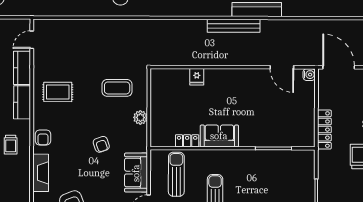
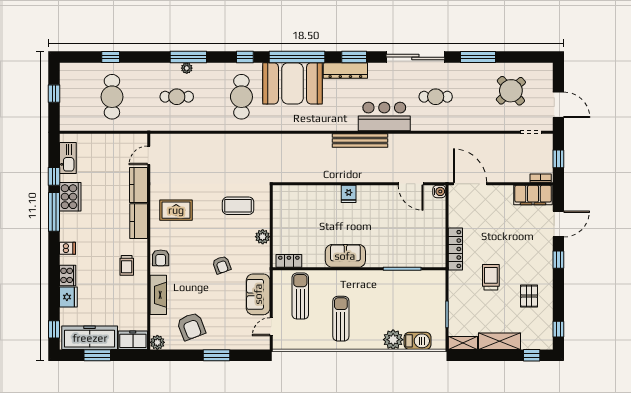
fridge: (197, 77) -> (349, 194), moved
locker: (187, 141) -> (289, 261), moved

